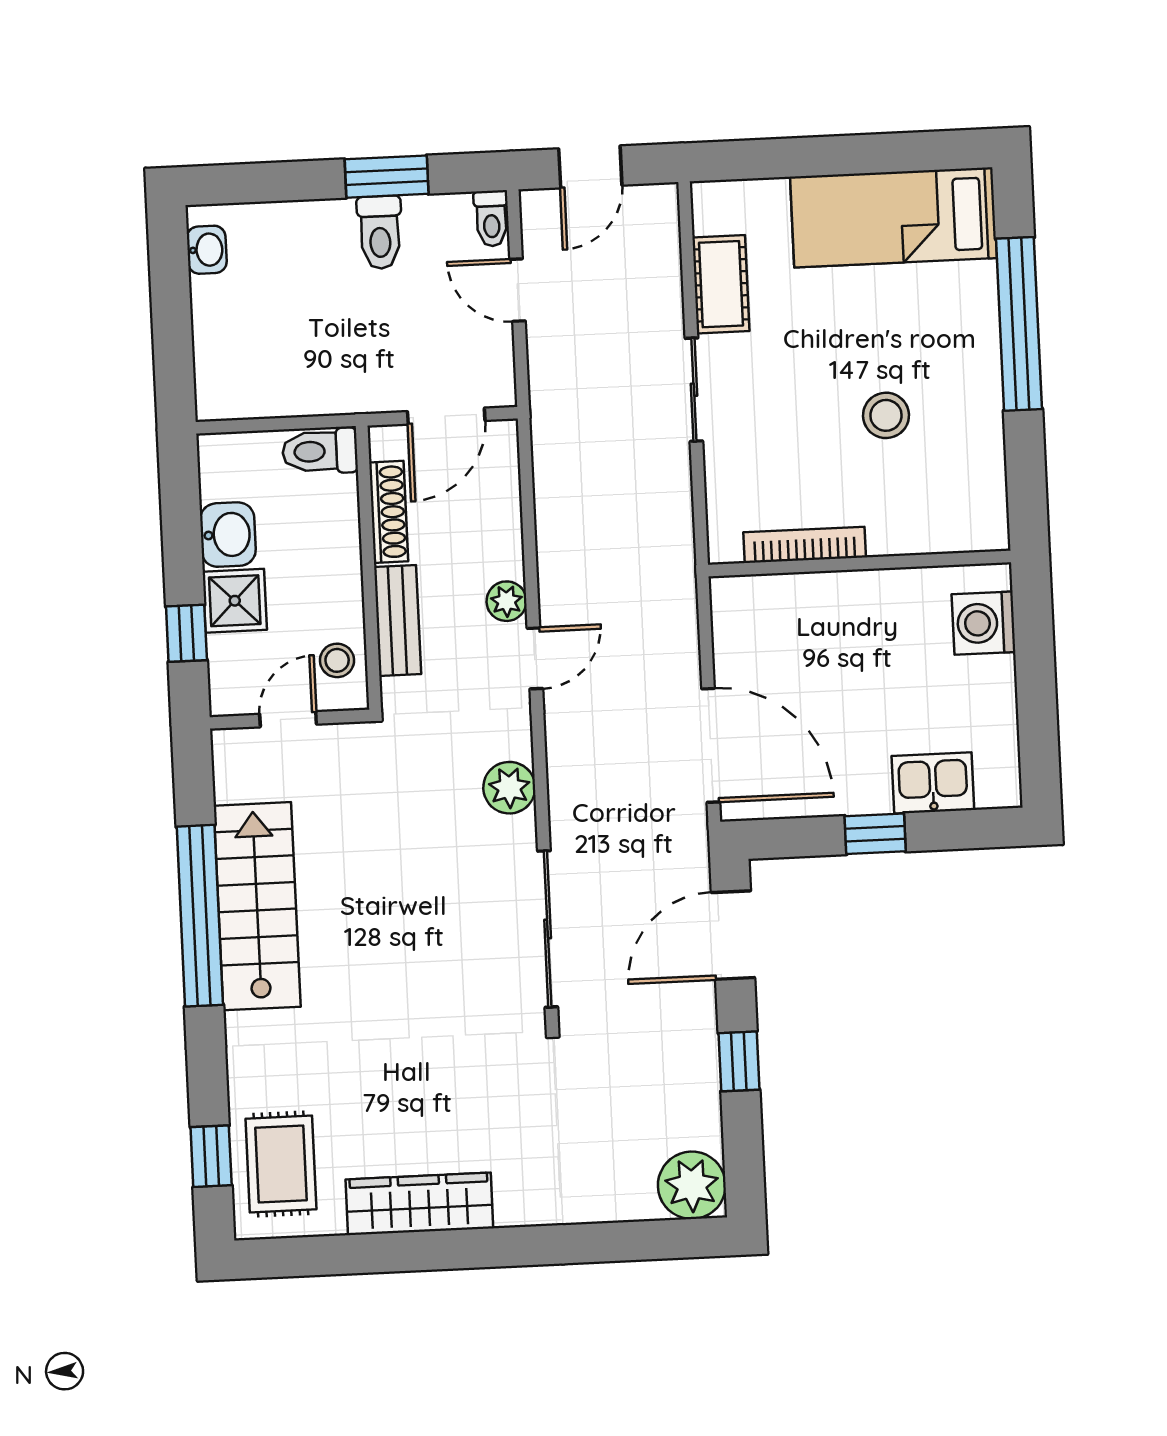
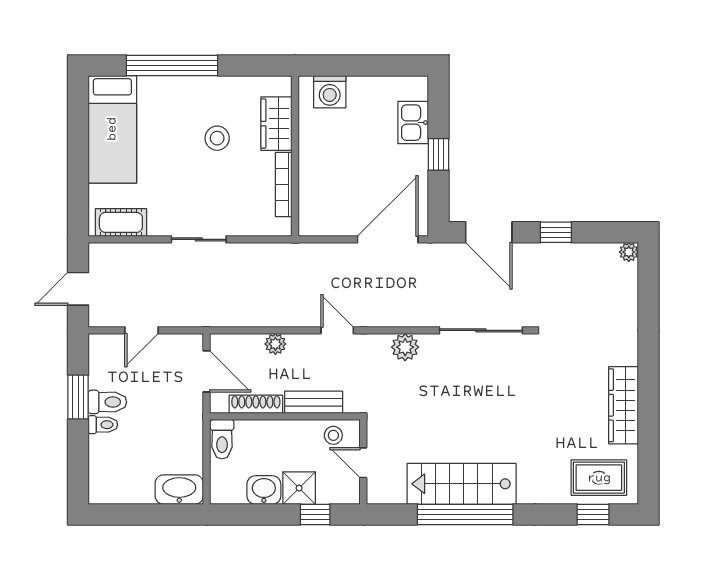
door: (590, 167) -> (78, 289), swing flipped
toilet: (491, 218) -> (103, 425), moved
washbasin: (207, 250) -> (179, 490), moved, width x1.91, depth x1.45
cot: (721, 284) -> (121, 222), moved
wardrobe: (919, 526) -> (276, 124), added
plant: (507, 601) -> (275, 344), moved
plant: (692, 1185) -> (629, 252), width x0.53, depth x0.53

